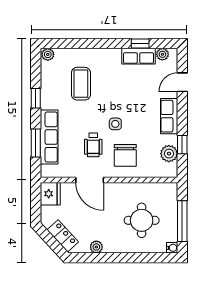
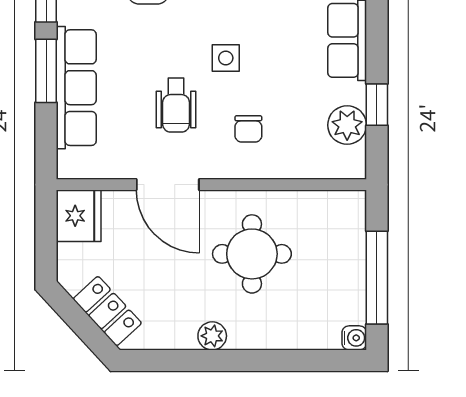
window: (36, 143) -> (46, 71), moved
chair: (125, 155) -> (248, 129), width x0.54, depth x0.54
round table: (142, 220) -> (252, 254), moved
plant: (96, 247) -> (212, 336), moved

